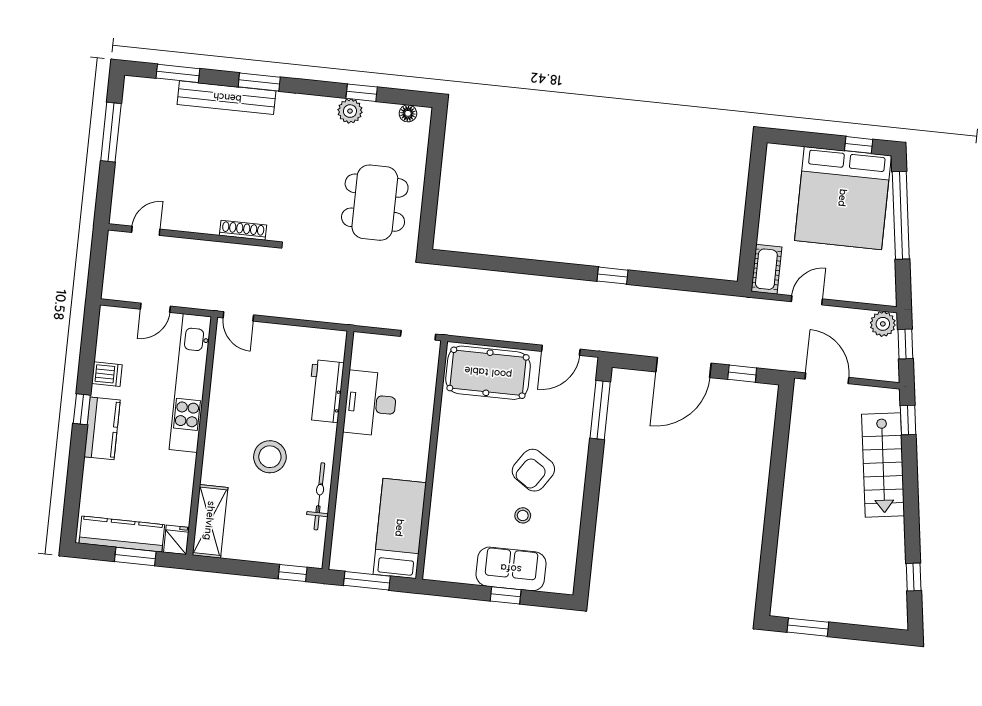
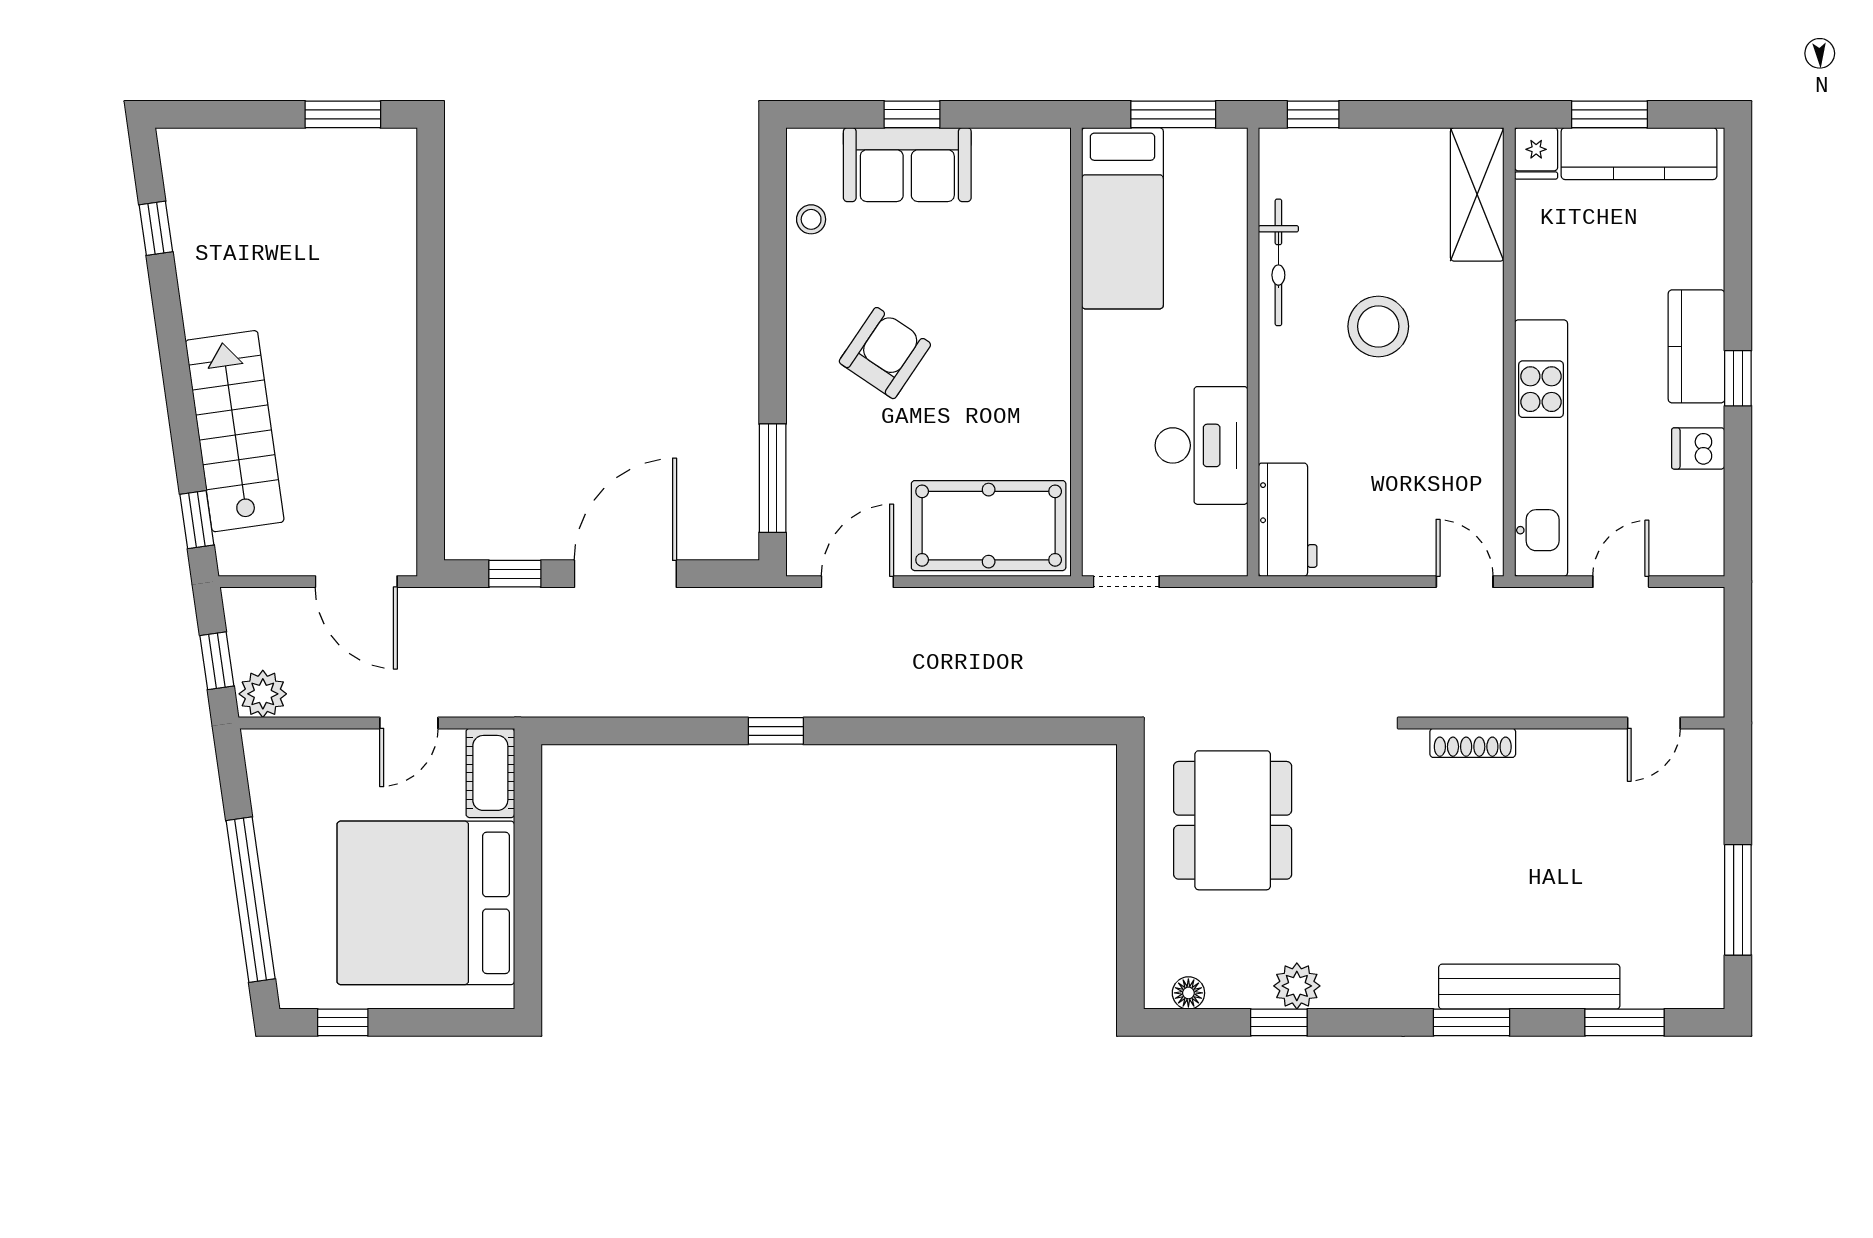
bed: (843, 198) -> (426, 903), moved, turned -90
workbench: (325, 391) -> (1288, 520), moved
stool: (523, 515) -> (811, 219), moved

